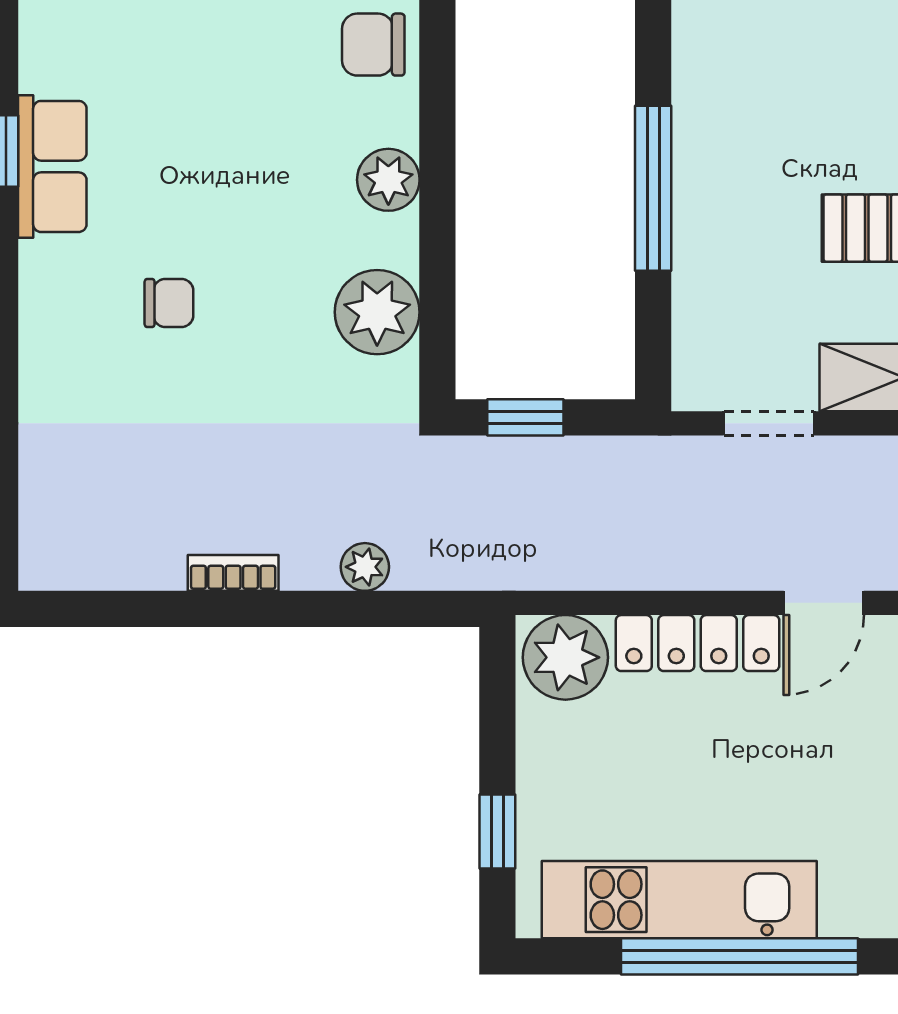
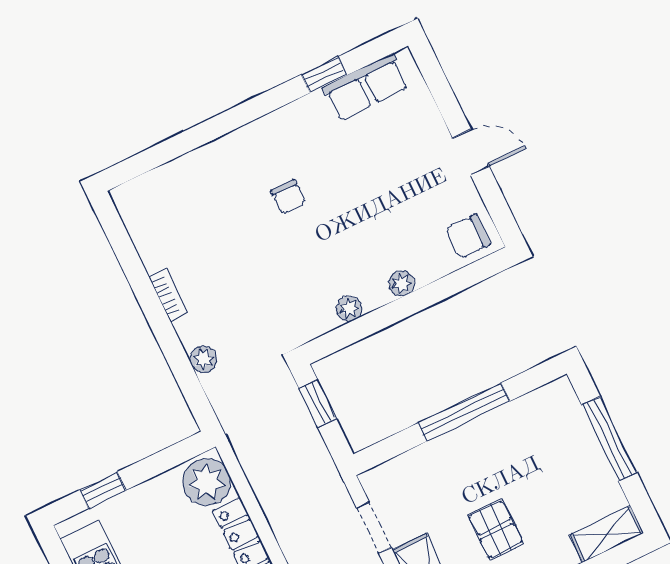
chair: (373, 45) -> (468, 237), turned -90
row of seats: (52, 166) -> (366, 87), moved
plant: (388, 180) -> (401, 283), width x0.73, depth x0.73
plant: (377, 312) -> (349, 309), width x0.53, depth x0.53

